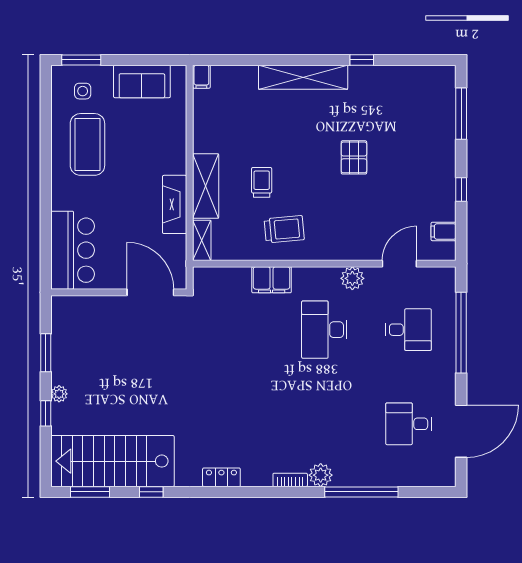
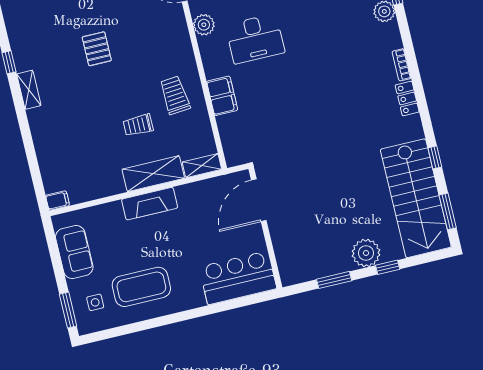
shelving: (303, 77) -> (29, 90), width x0.45, depth x0.75
pallet: (354, 157) -> (97, 49), turned 90
fireplace: (175, 204) -> (150, 204), moved
plant: (59, 394) -> (366, 253), width x1.88, depth x1.88
bookcase: (290, 480) -> (402, 65), moved

